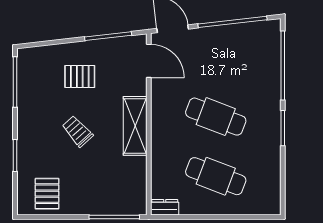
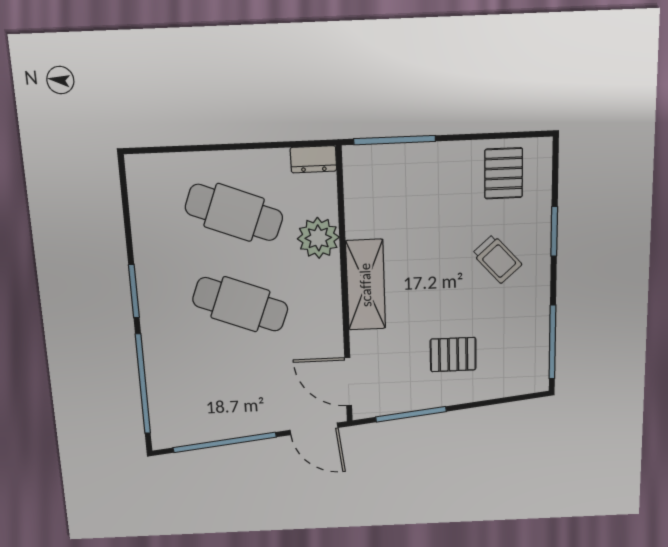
trolley: (77, 131) -> (497, 259), moved
plant: (164, 158) -> (318, 238), added

